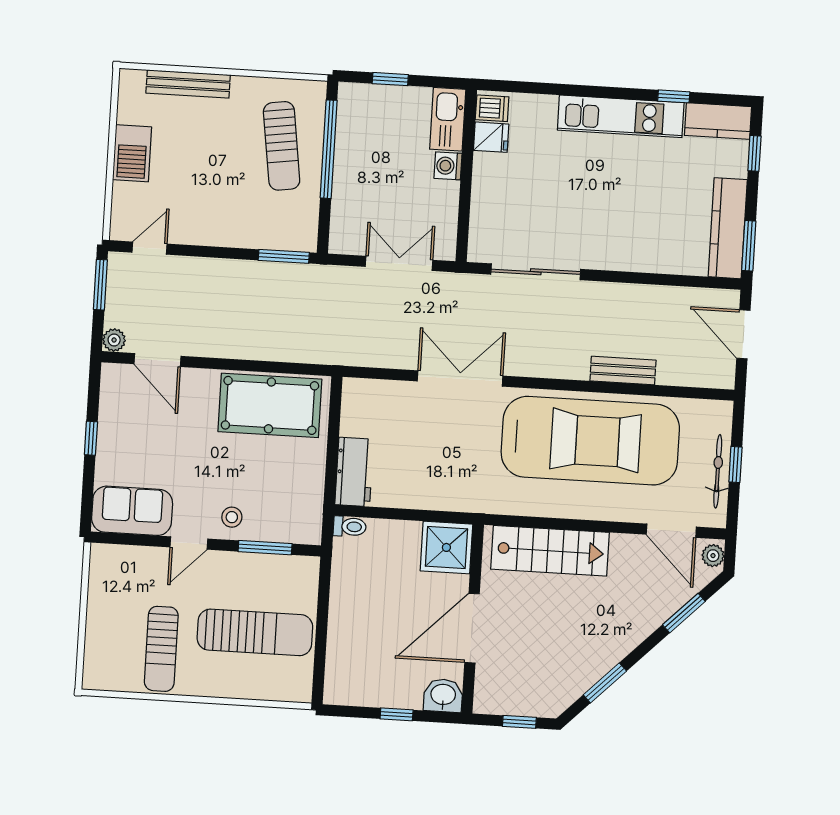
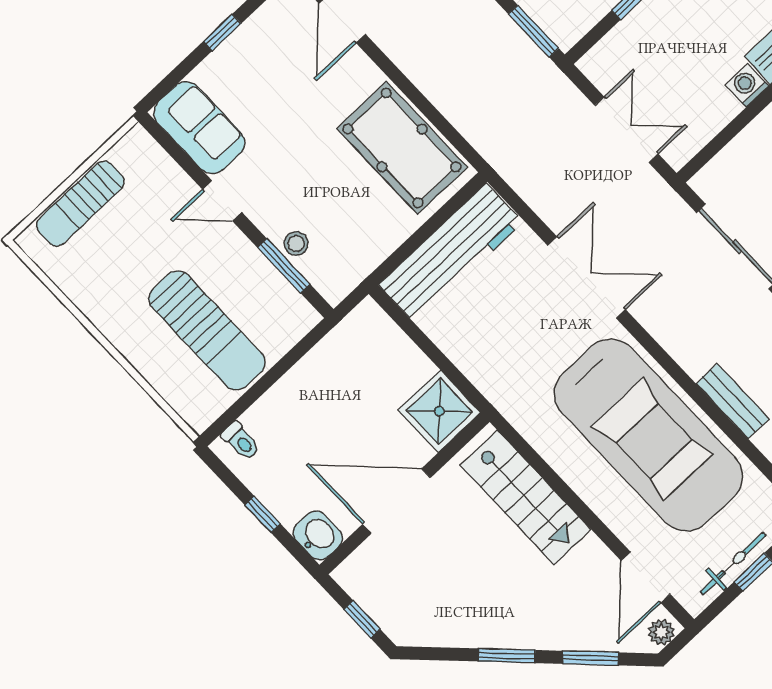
workbench: (354, 472) -> (451, 253), width x1.88, depth x1.32
stool: (232, 517) -> (296, 244), moved
toilet: (350, 527) -> (241, 441), moved
sun lounger: (161, 649) -> (80, 204), moved
window: (605, 683) -> (507, 656), moved

